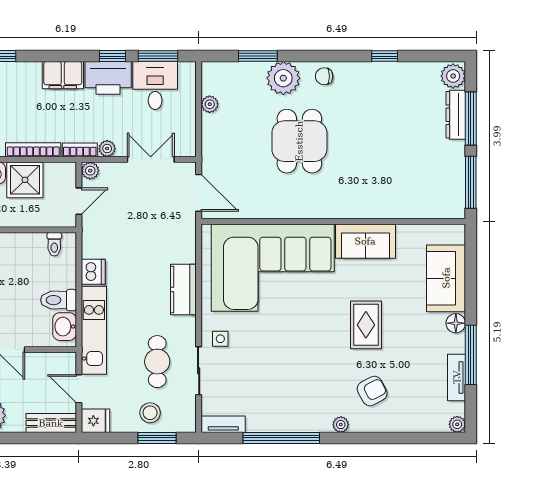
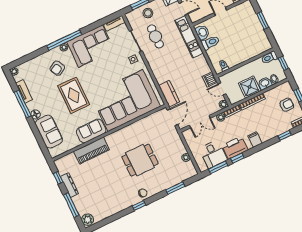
window: (385, 56) -> (139, 205), moved
filing cabinet: (63, 75) -> (255, 140), width x0.50
plant: (283, 78) -> (160, 184), removed
dresser: (456, 115) -> (69, 185), moved
dining table: (299, 141) -> (140, 160), turned 90
window: (471, 182) -> (58, 178), width x0.46
door: (199, 193) -> (172, 117), swing flipped
door: (79, 201) -> (222, 89), hinge flipped
piano: (383, 204) -> (91, 151), added
dishwasher: (93, 272) -> (210, 79), moved
kitchen counter: (183, 289) -> (169, 94), moved
rug: (366, 325) -> (74, 95), width x1.36, depth x1.43
corner sofa: (289, 403) -> (91, 46), added
window: (281, 438) -> (64, 40), moved

